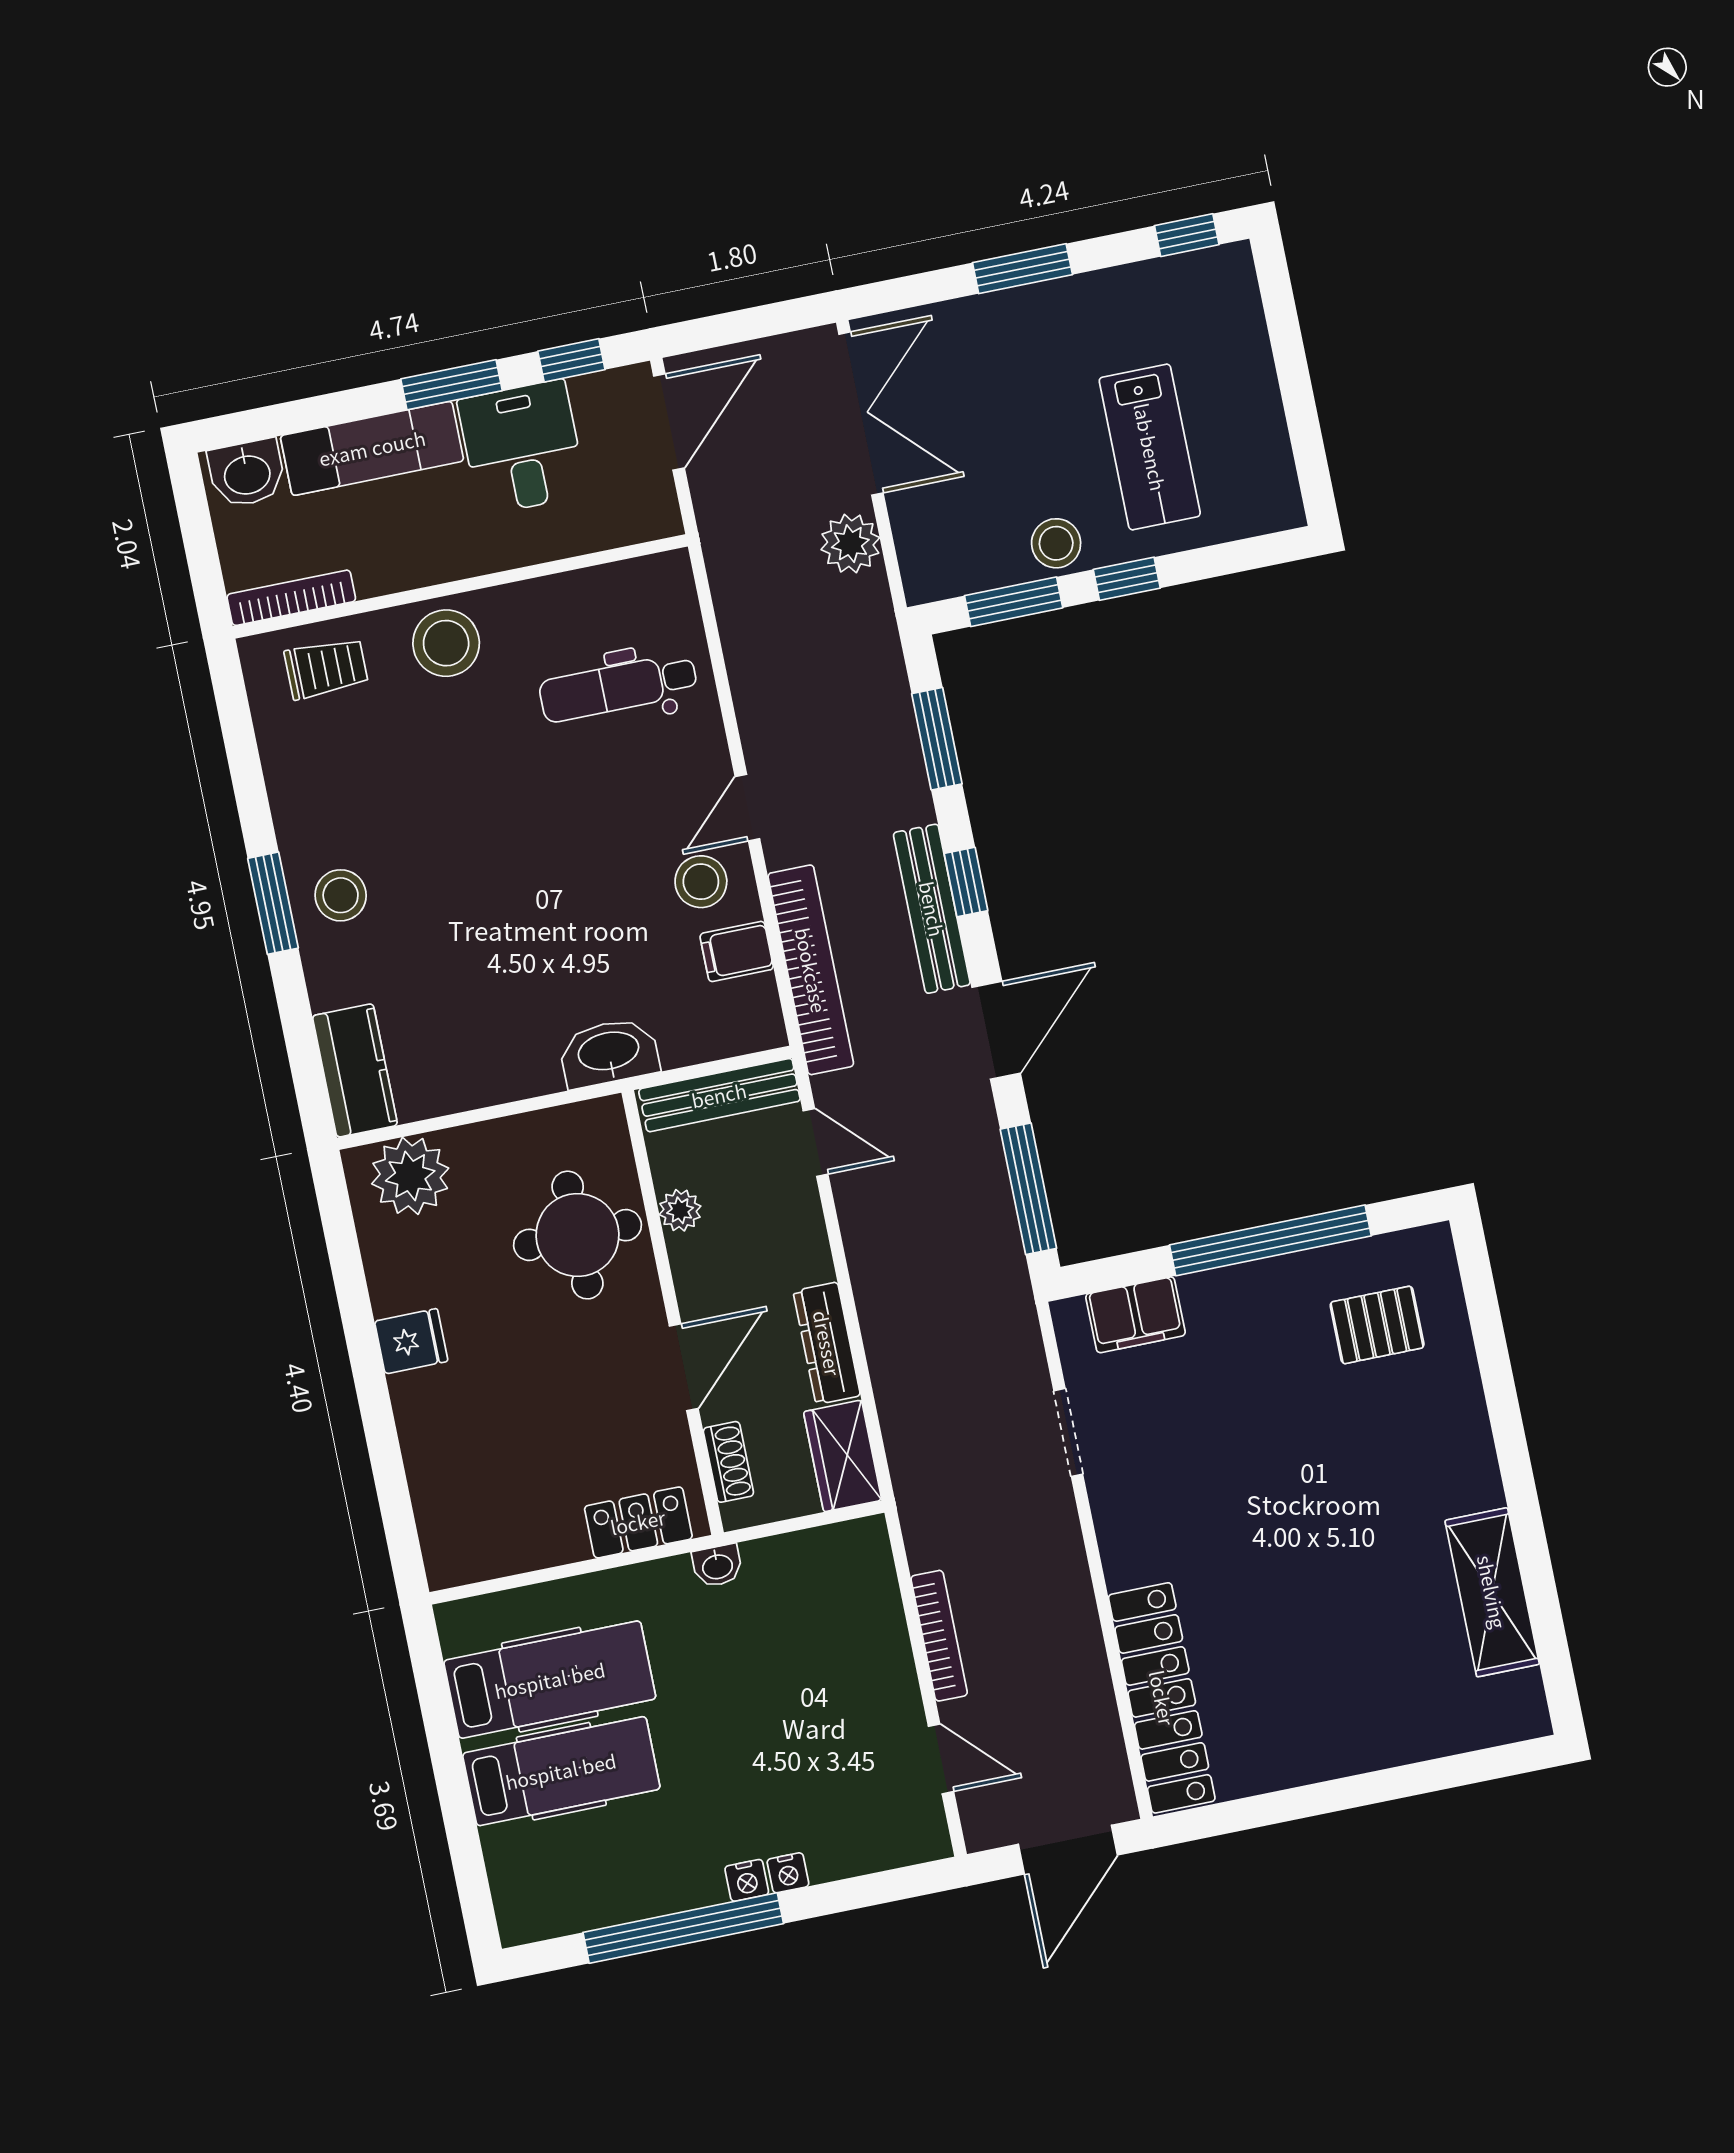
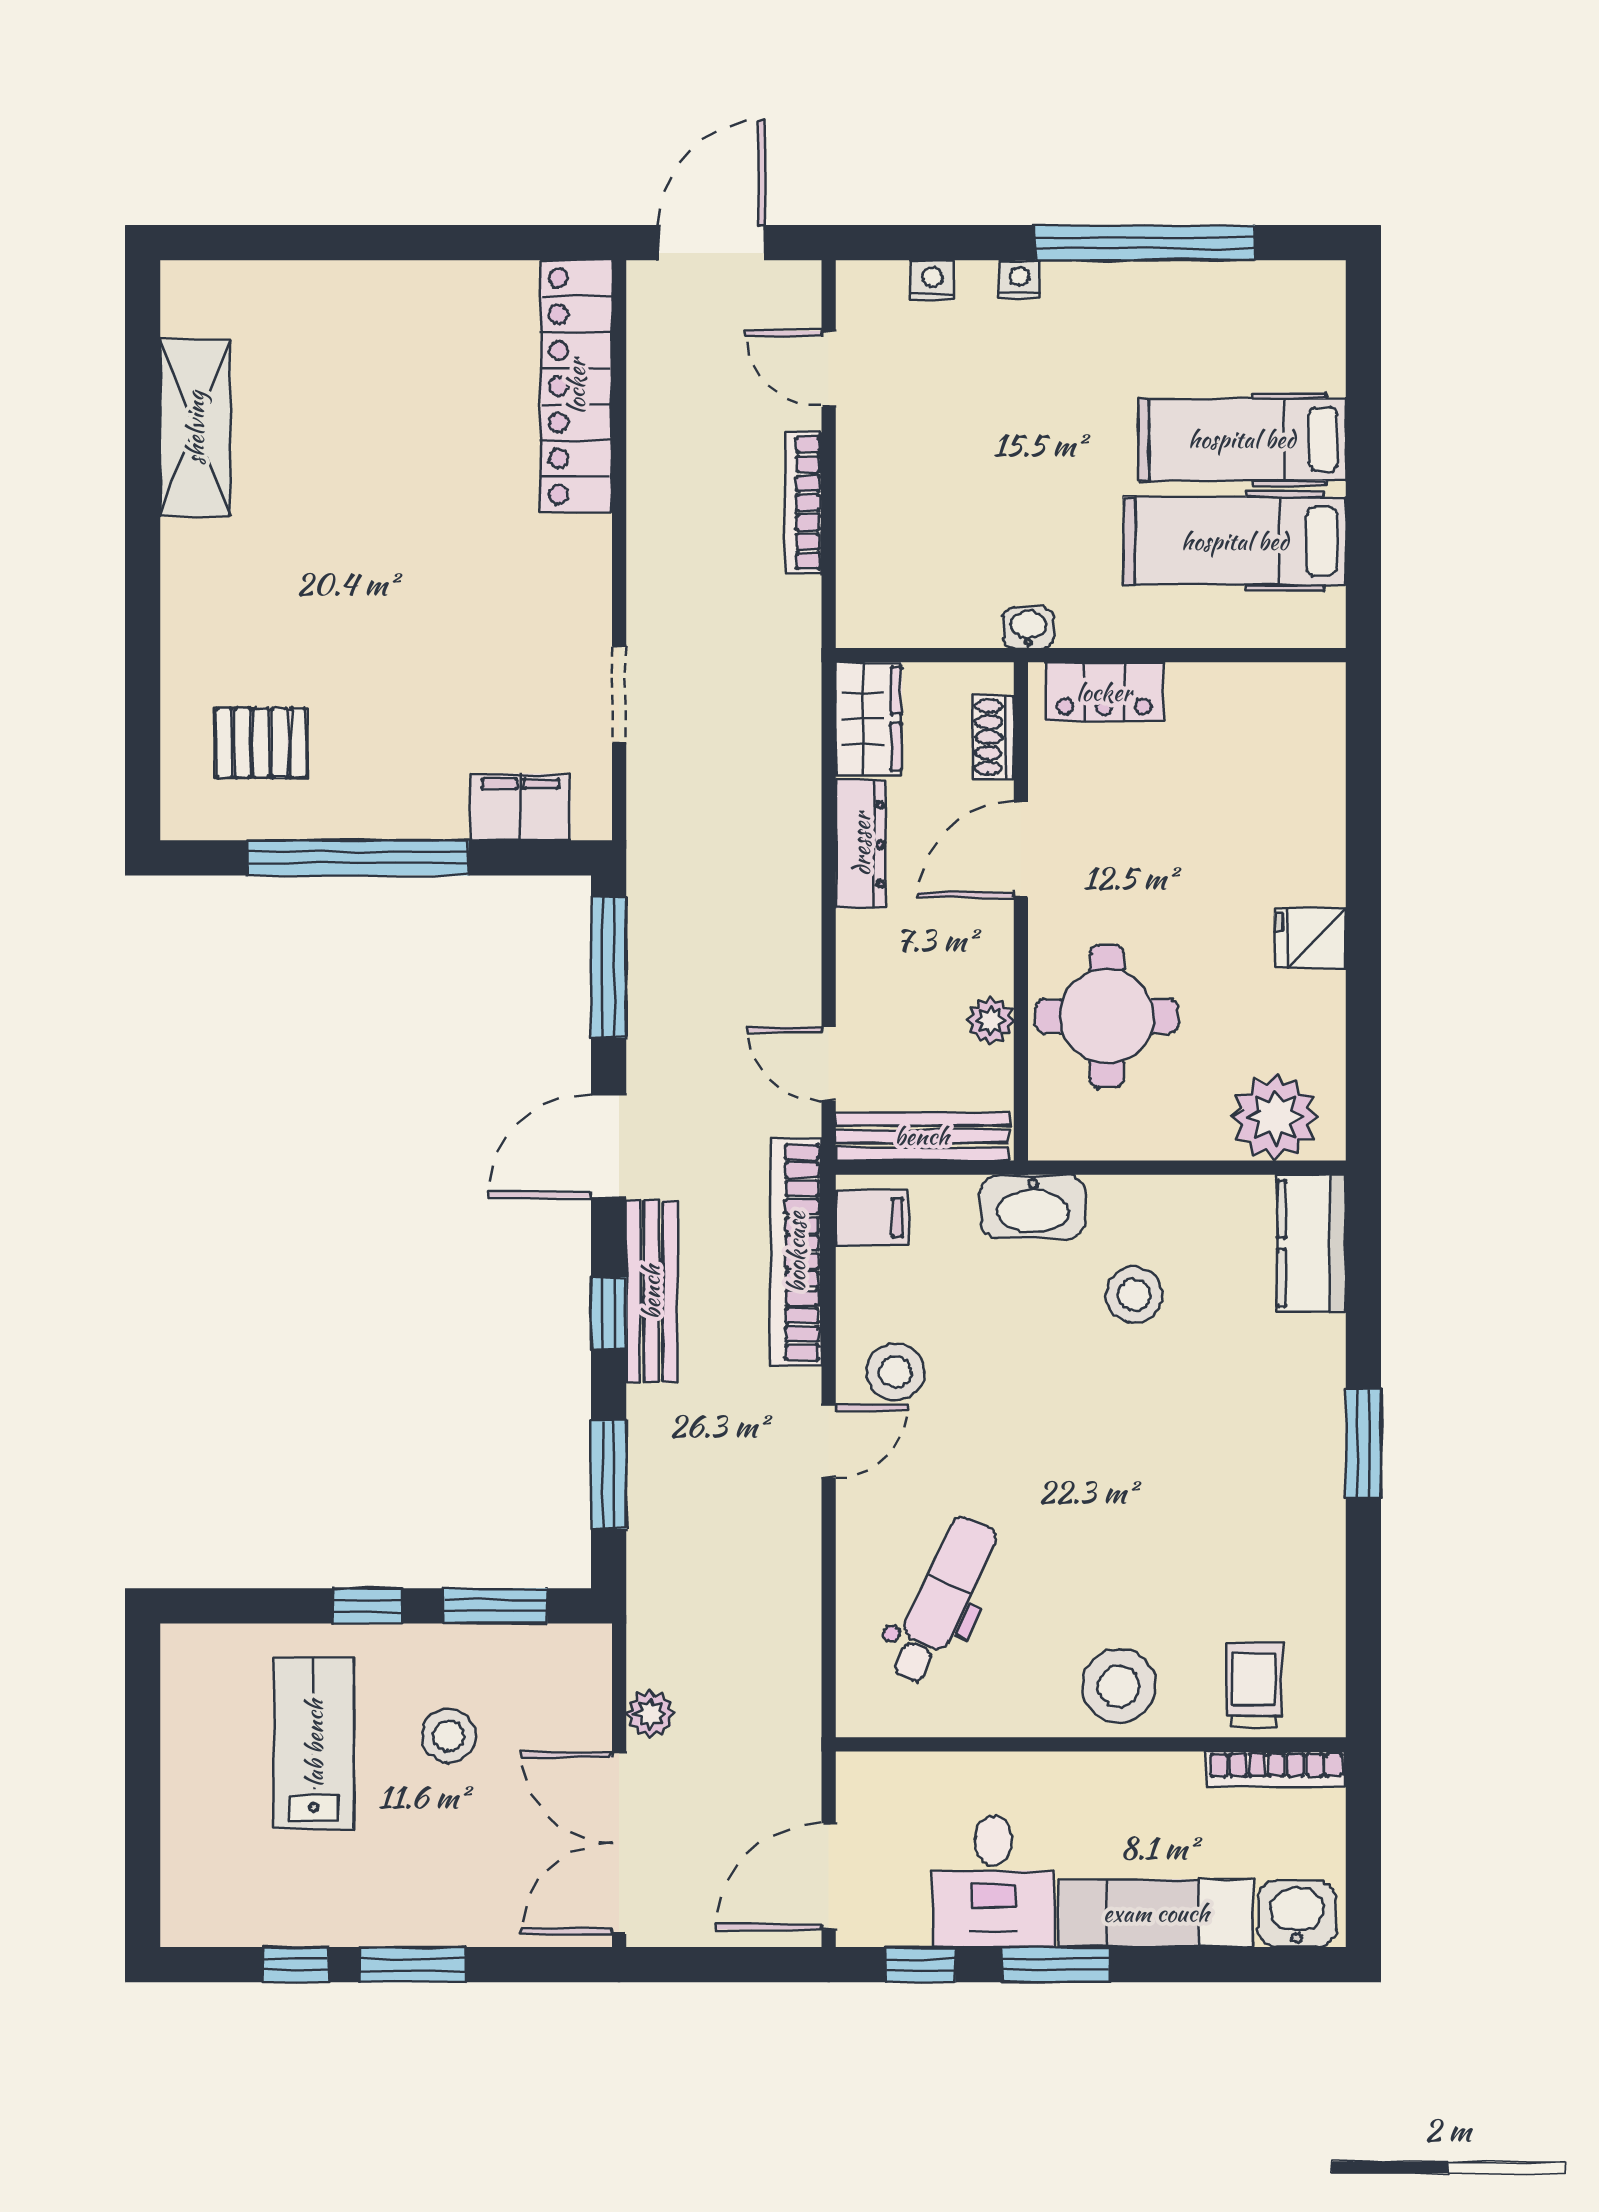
window: (1187, 235) -> (295, 1965), moved
stool: (1056, 543) -> (448, 1736), moved
plant: (850, 544) -> (650, 1714), width x0.73, depth x0.73
trolley: (326, 668) -> (1254, 1685), turned 90
dental chair: (618, 687) -> (942, 1600), turned -65
stool: (341, 895) -> (1134, 1295), moved
filing cabinet: (737, 951) -> (872, 1218), moved
nightstand: (747, 1880) -> (932, 280), moved

